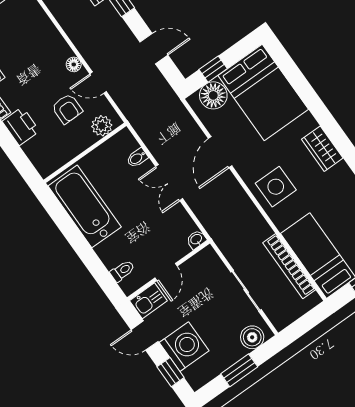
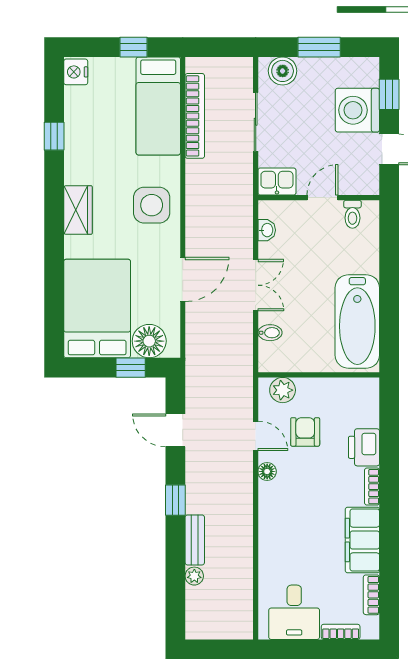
washbasin: (196, 239) -> (267, 230), moved, turned -90
toilet: (122, 271) -> (352, 214), moved, turned -90
kitchen sink: (148, 301) -> (277, 182), moved

